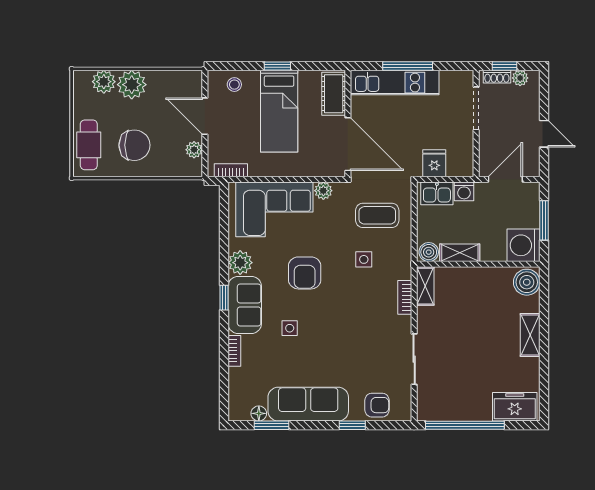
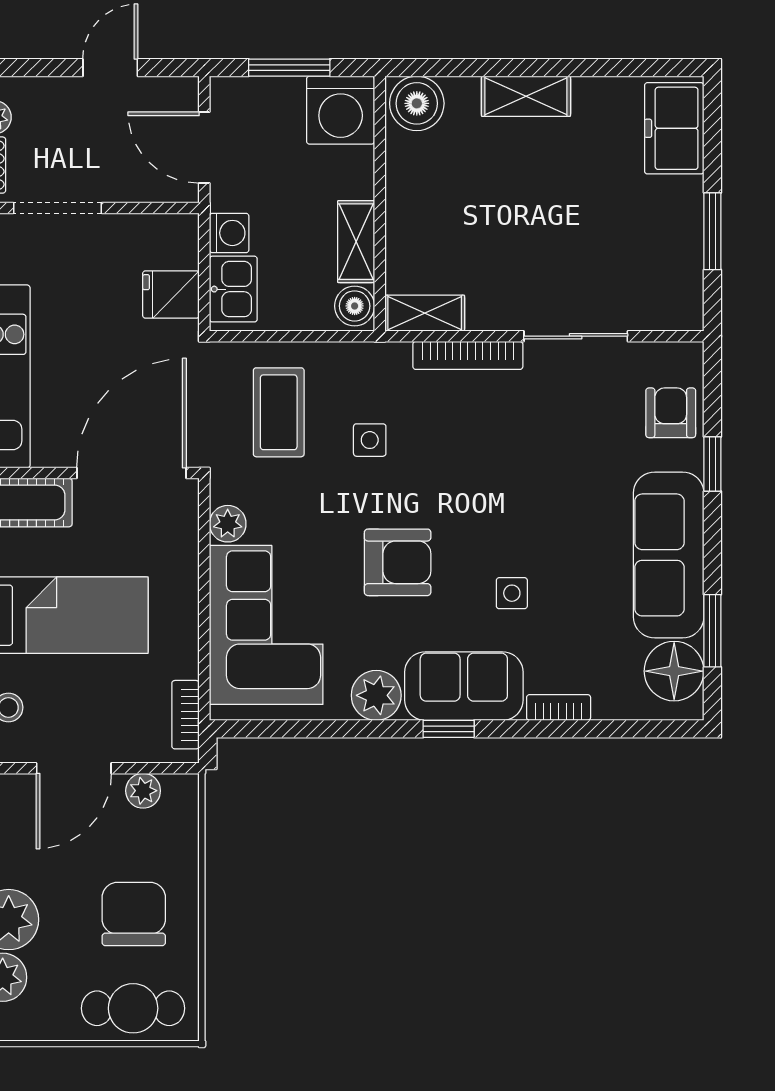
bookcase: (405, 297) -> (468, 355), width x1.56
floor lamp: (259, 413) -> (674, 671), width x1.89, depth x1.89
window: (465, 425) -> (712, 231), width x0.47

